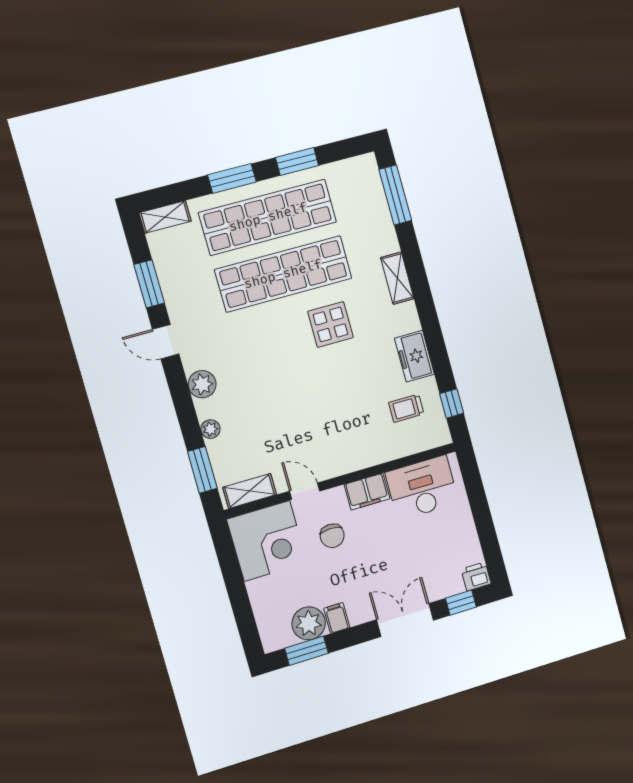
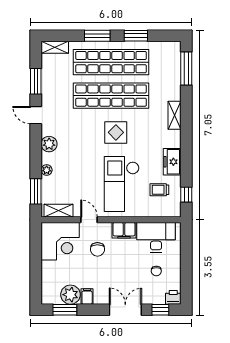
display table: (330, 324) -> (116, 132), moved
checkout: (342, 417) -> (122, 184), added
chair: (437, 542) -> (156, 271), added

